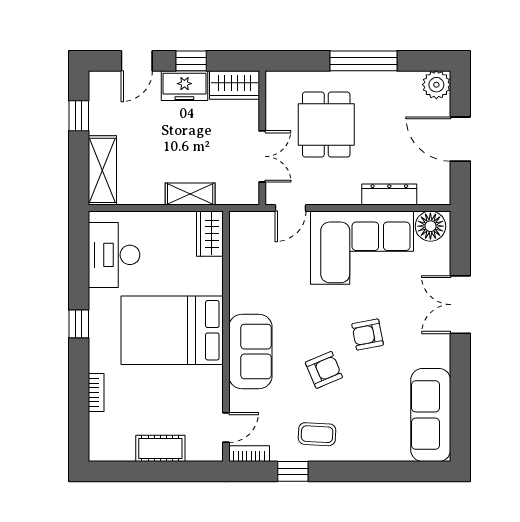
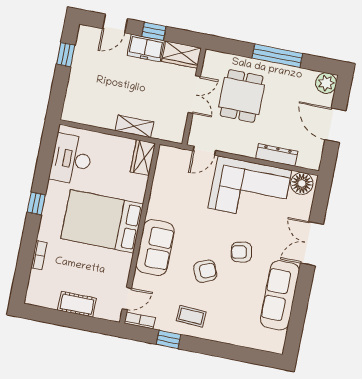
double door: (262, 156) -> (194, 95), moved
shelving: (102, 170) -> (75, 97), removed
sofa: (431, 415) -> (280, 295), moved

